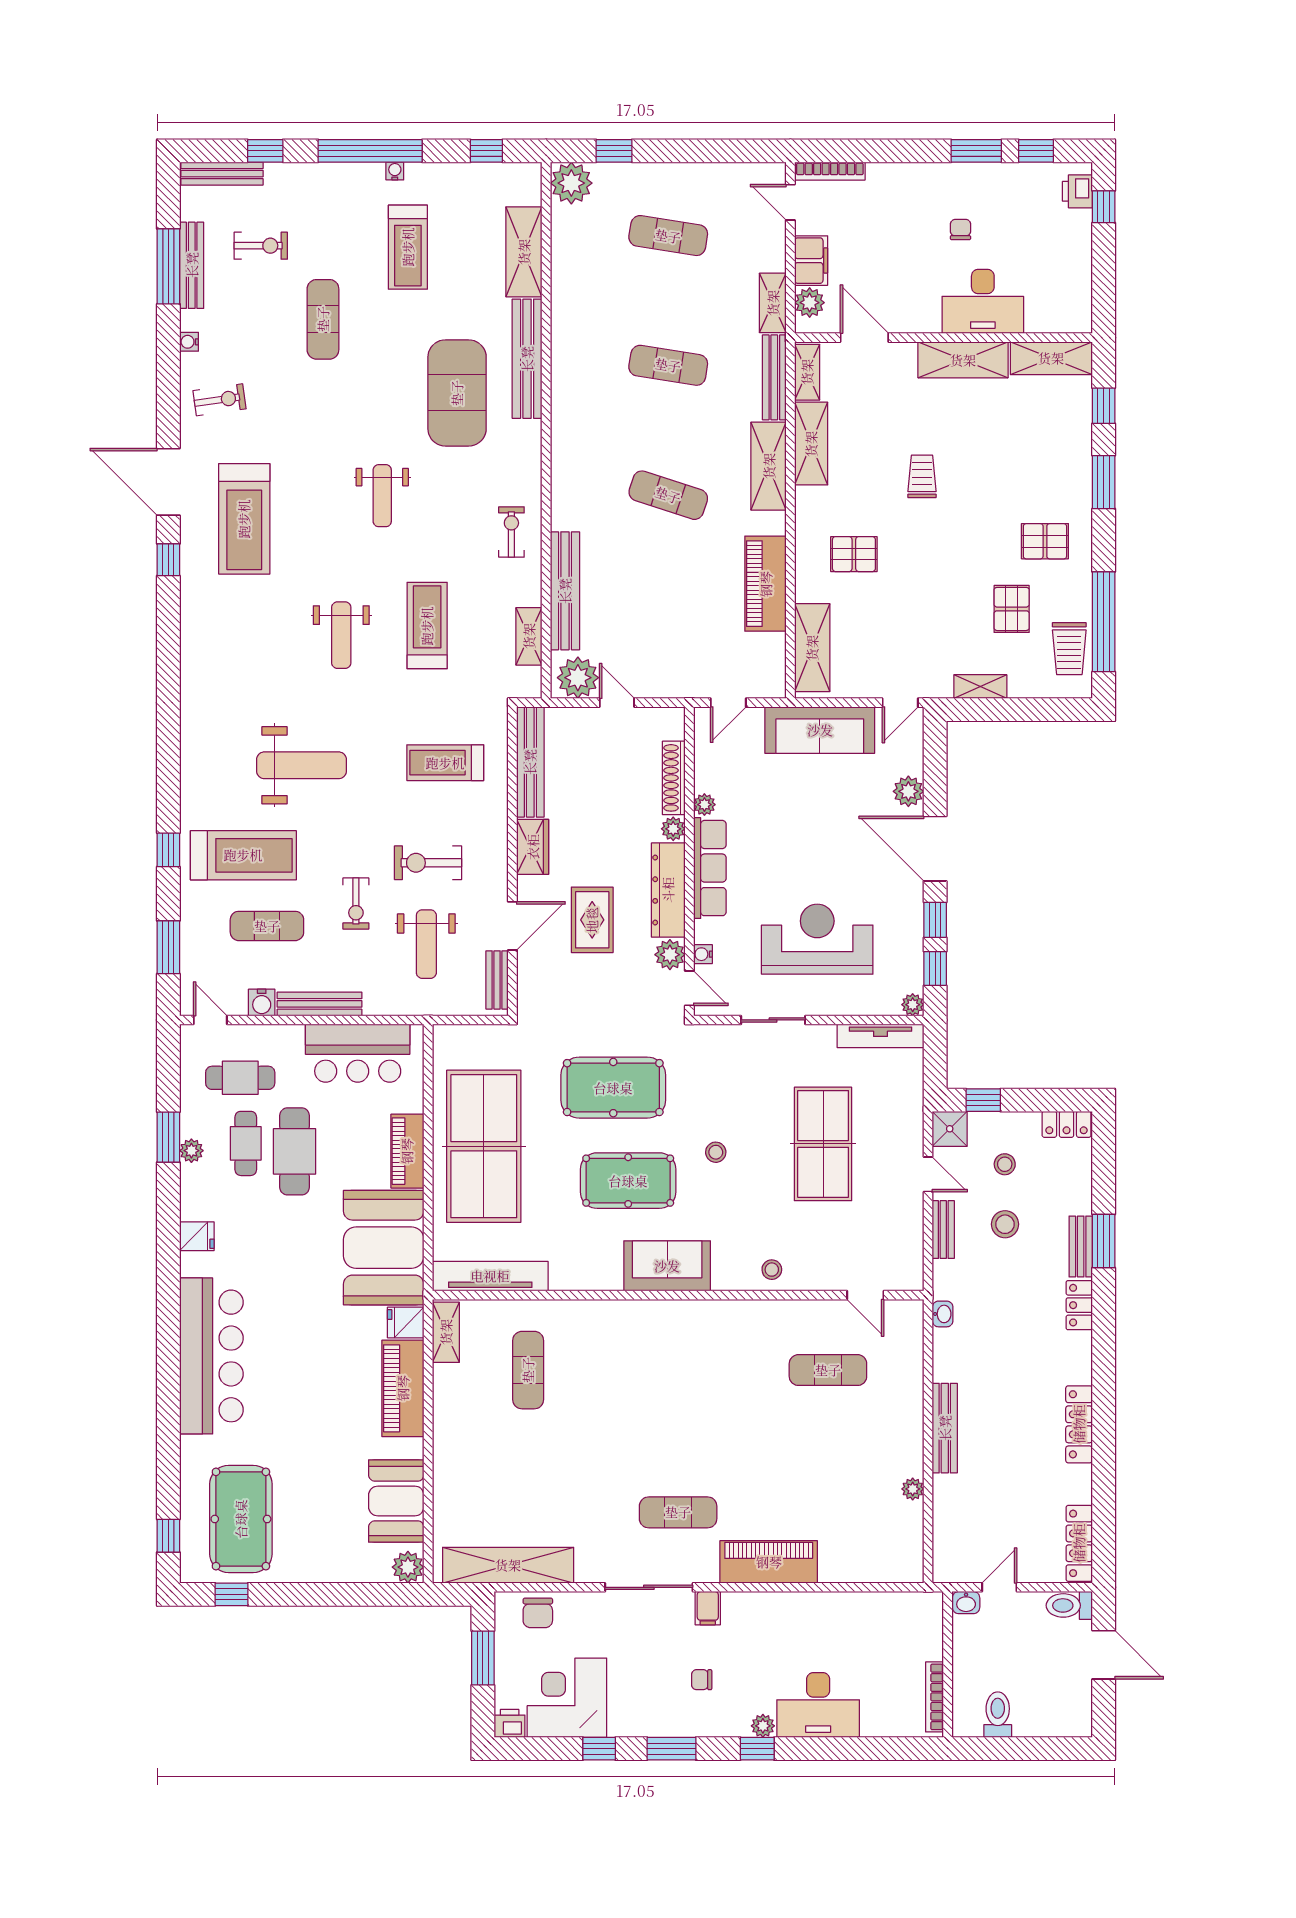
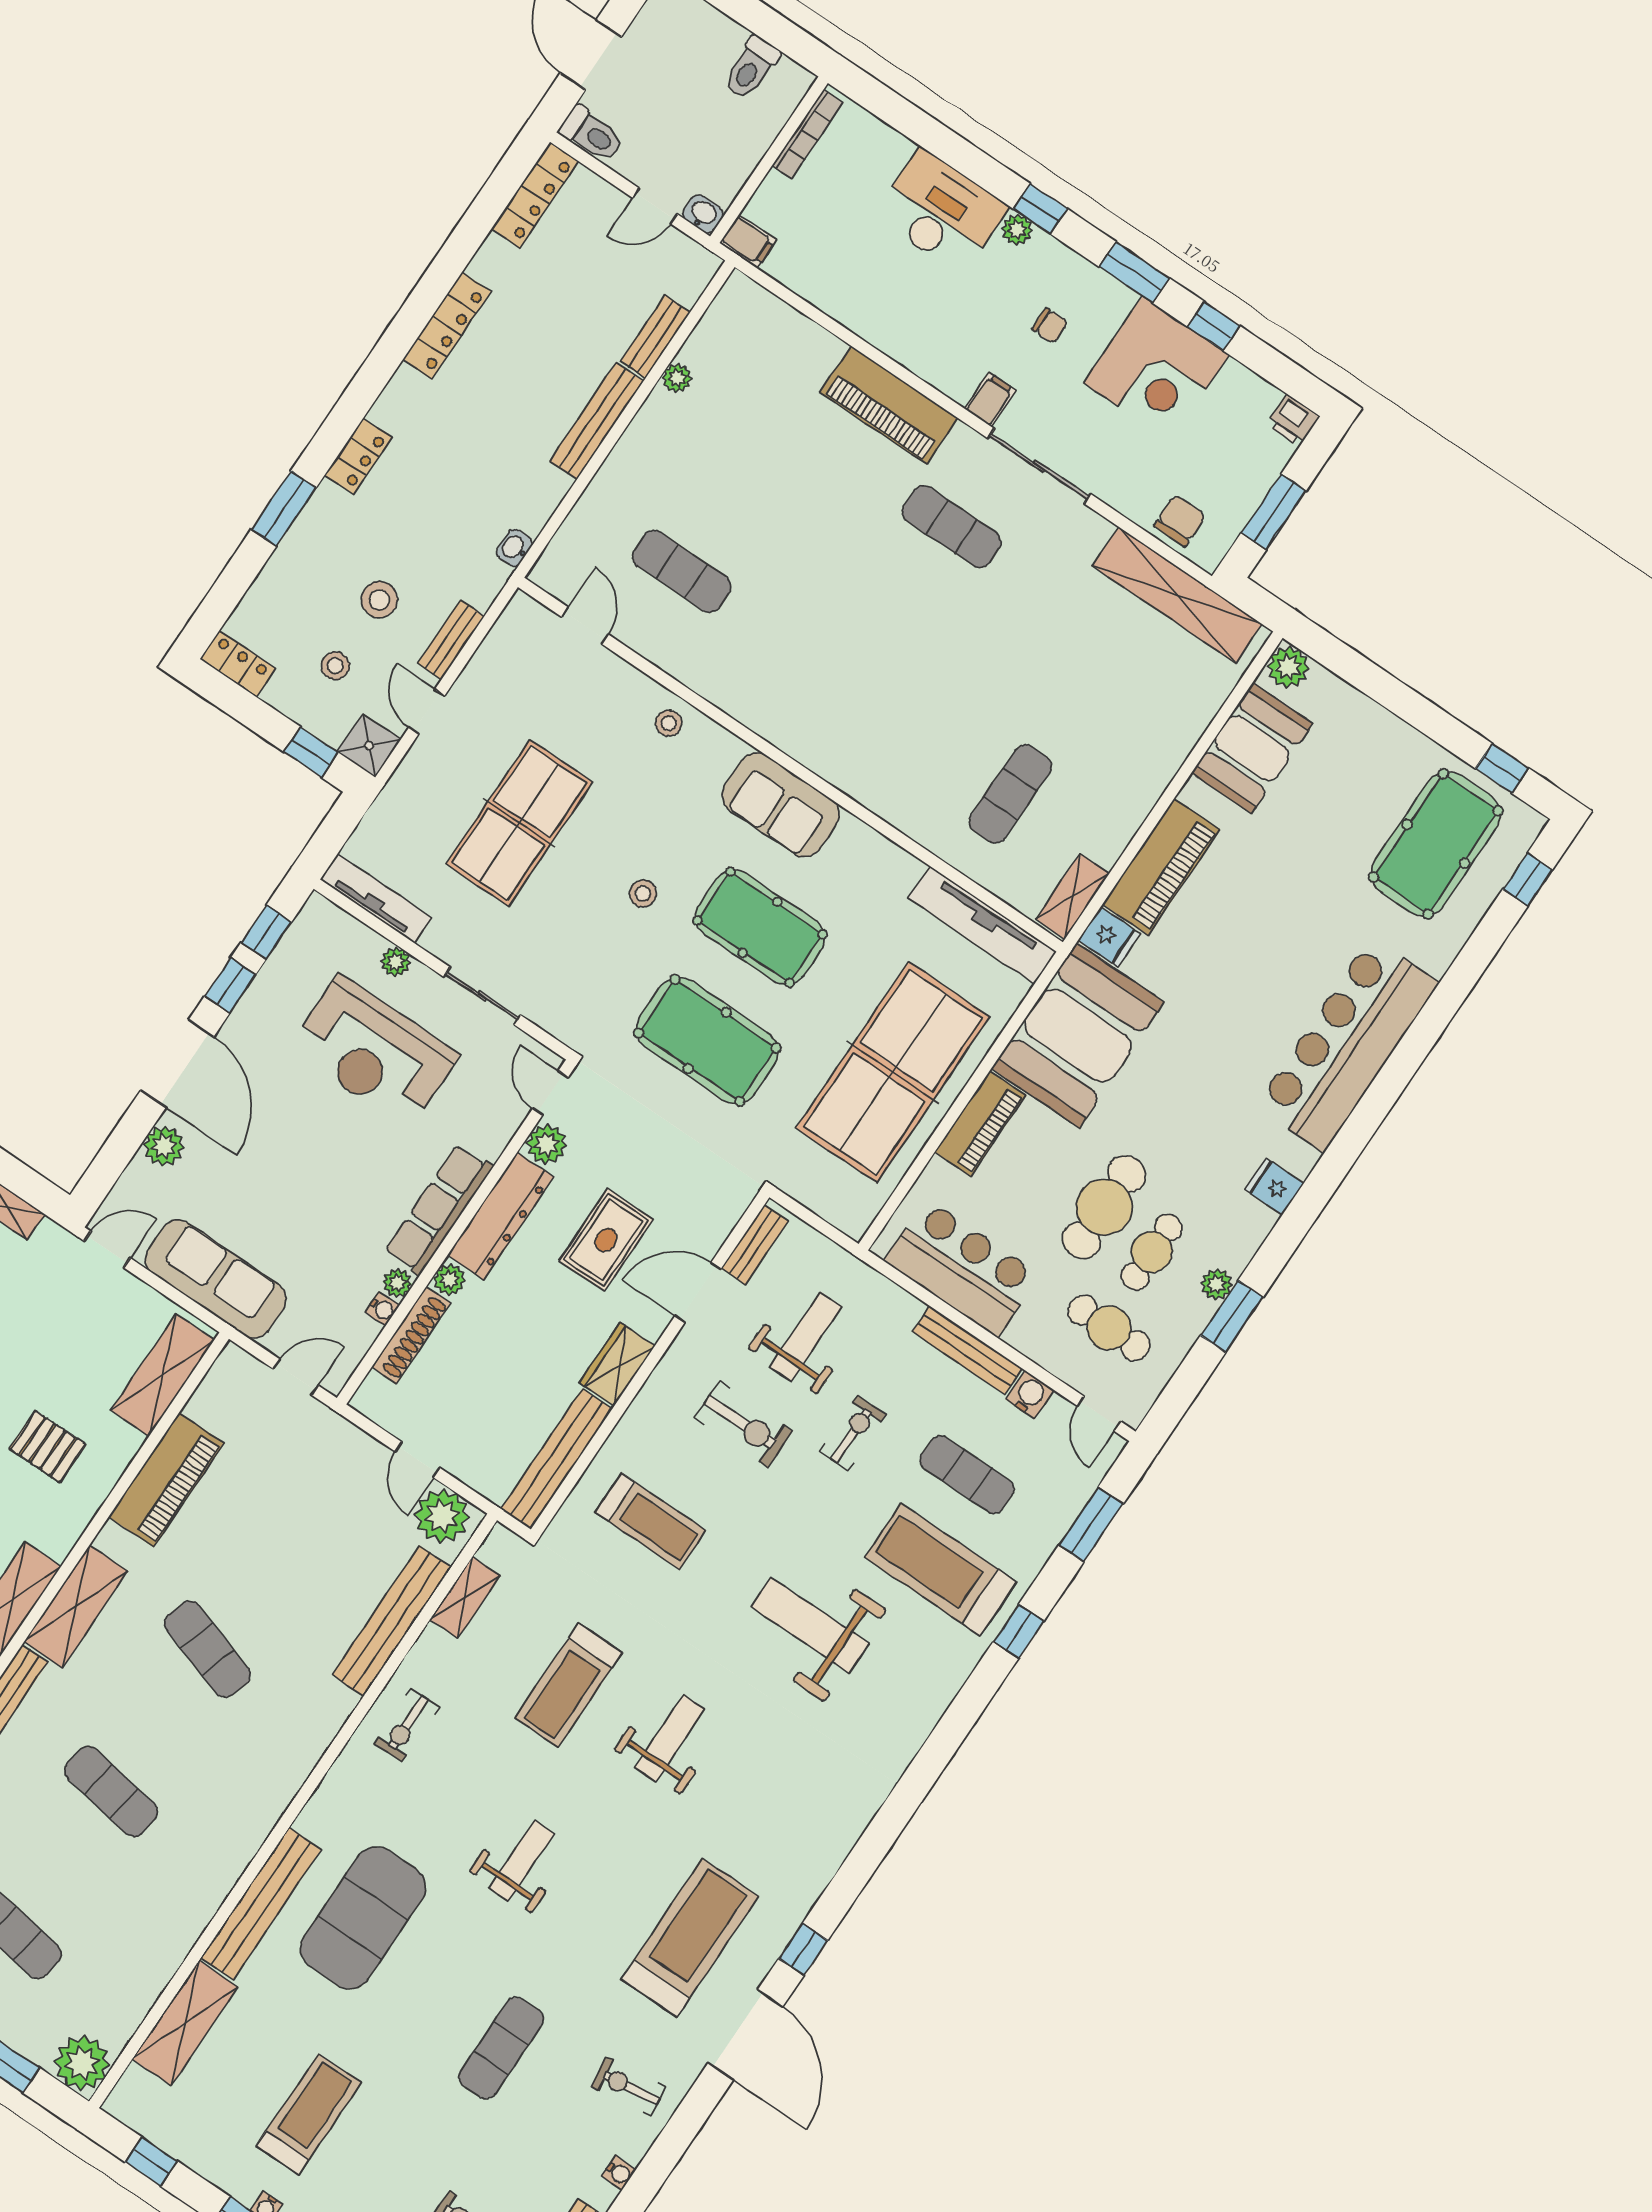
exercise mat: (323, 319) -> (501, 2048), moved
water cooler: (703, 954) -> (382, 1309), moved
plant: (913, 1005) -> (396, 962), moved
bench: (1081, 1246) -> (655, 337), moved
filing cabinet: (926, 1605) -> (748, 241), added
corner desk: (567, 1698) -> (1156, 369), moved

